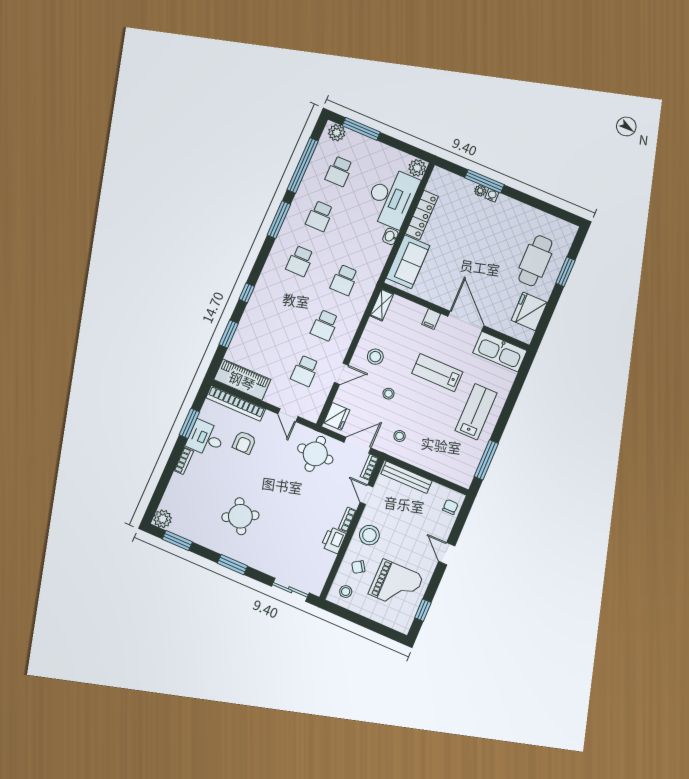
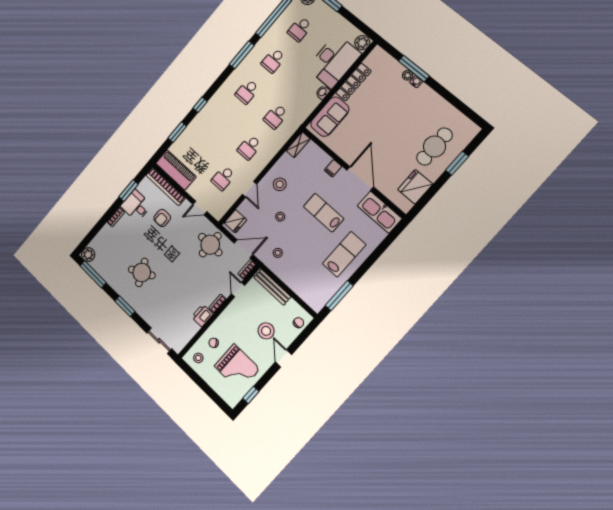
door: (341, 374) -> (250, 189), hinge flipped
door: (288, 415) -> (200, 208), hinge flipped
stool: (369, 535) -> (266, 331), moved
window: (177, 541) -> (93, 274), width x1.44

